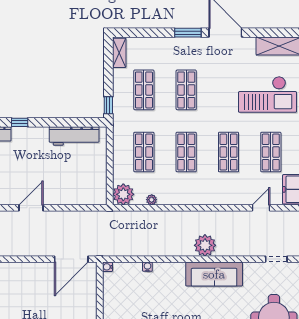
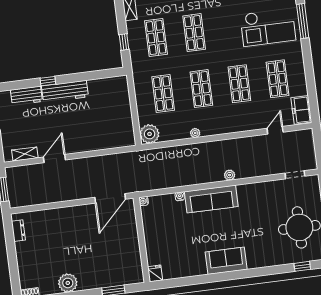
window: (108, 105) -> (124, 42), moved
workbench: (74, 136) -> (65, 91), moved
plant: (152, 200) -> (195, 133), moved
door: (31, 208) -> (54, 159), moved
plant: (205, 245) -> (230, 175), width x0.53, depth x0.53
sofa: (214, 274) -> (211, 199), moved

